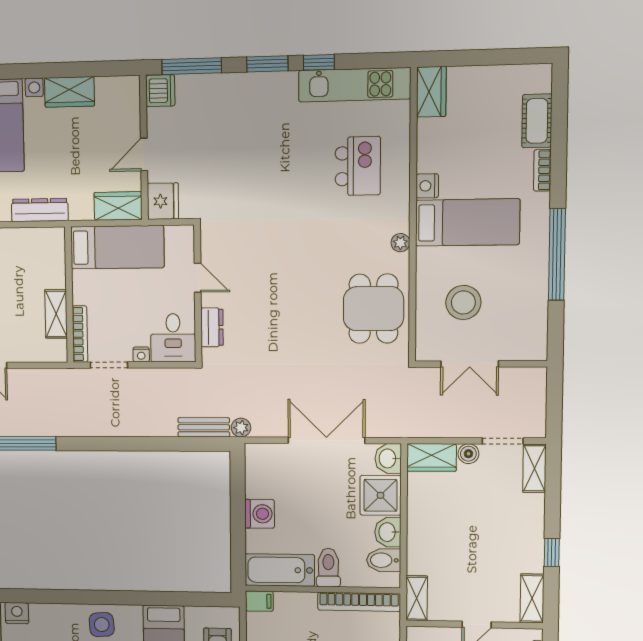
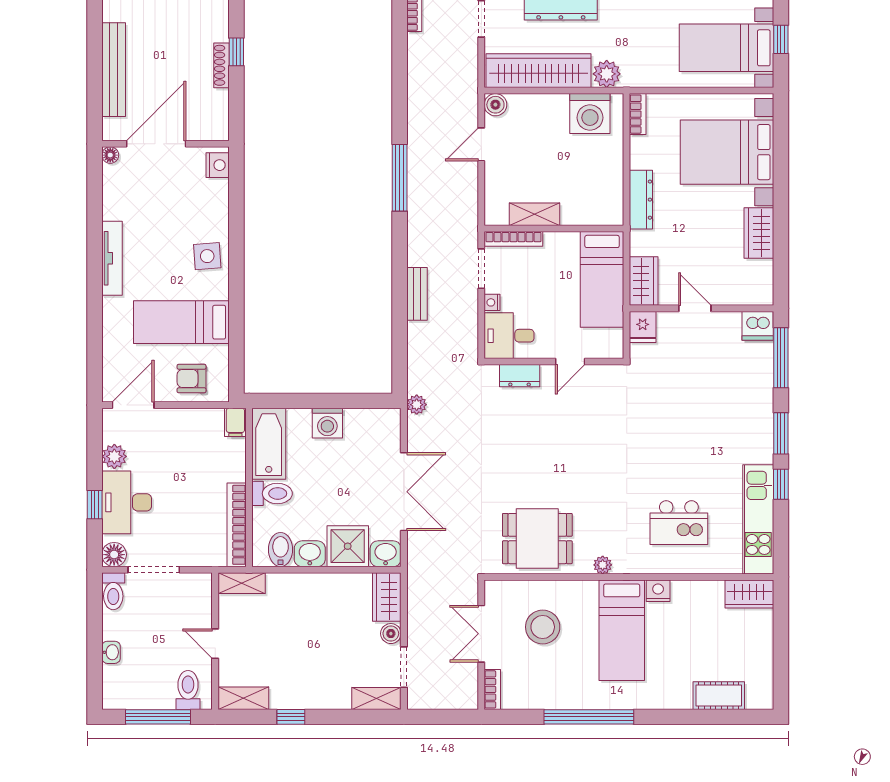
bookcase: (542, 170) -> (492, 689), moved, turned 90
fridge: (163, 201) -> (643, 327), width x0.72
bench: (204, 427) -> (417, 294), moved

